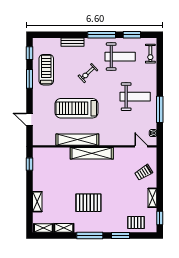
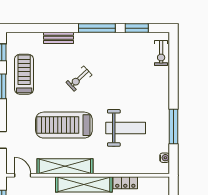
weight bench: (120, 57) -> (121, 57), removed
weight bench: (135, 97) -> (126, 128), moved
door: (141, 146) -> (23, 175), moved
locker: (123, 152) -> (125, 183), added

